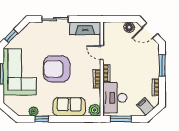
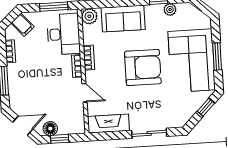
window: (123, 19) -> (60, 139), added

